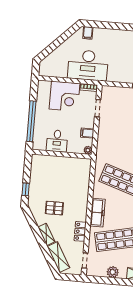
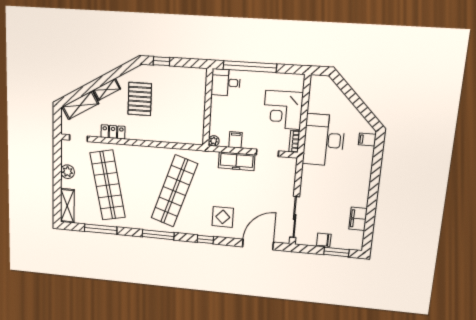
desk: (57, 141) -> (226, 83), moved
pallet: (54, 208) -> (140, 99), width x1.50, depth x1.42
freezer: (98, 213) -> (237, 161), moved

